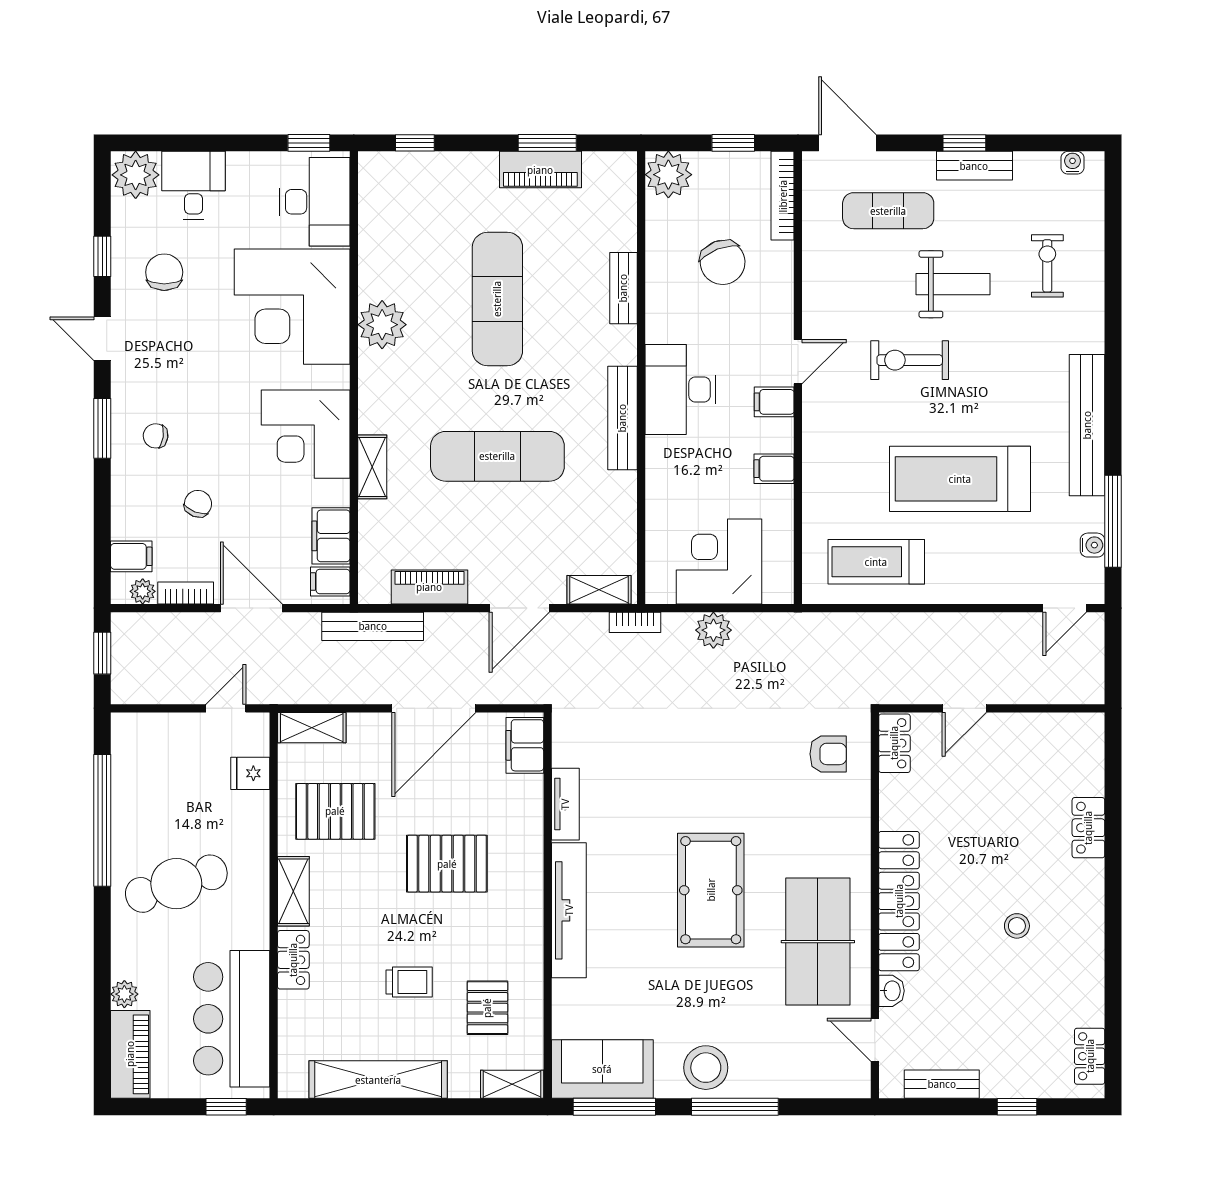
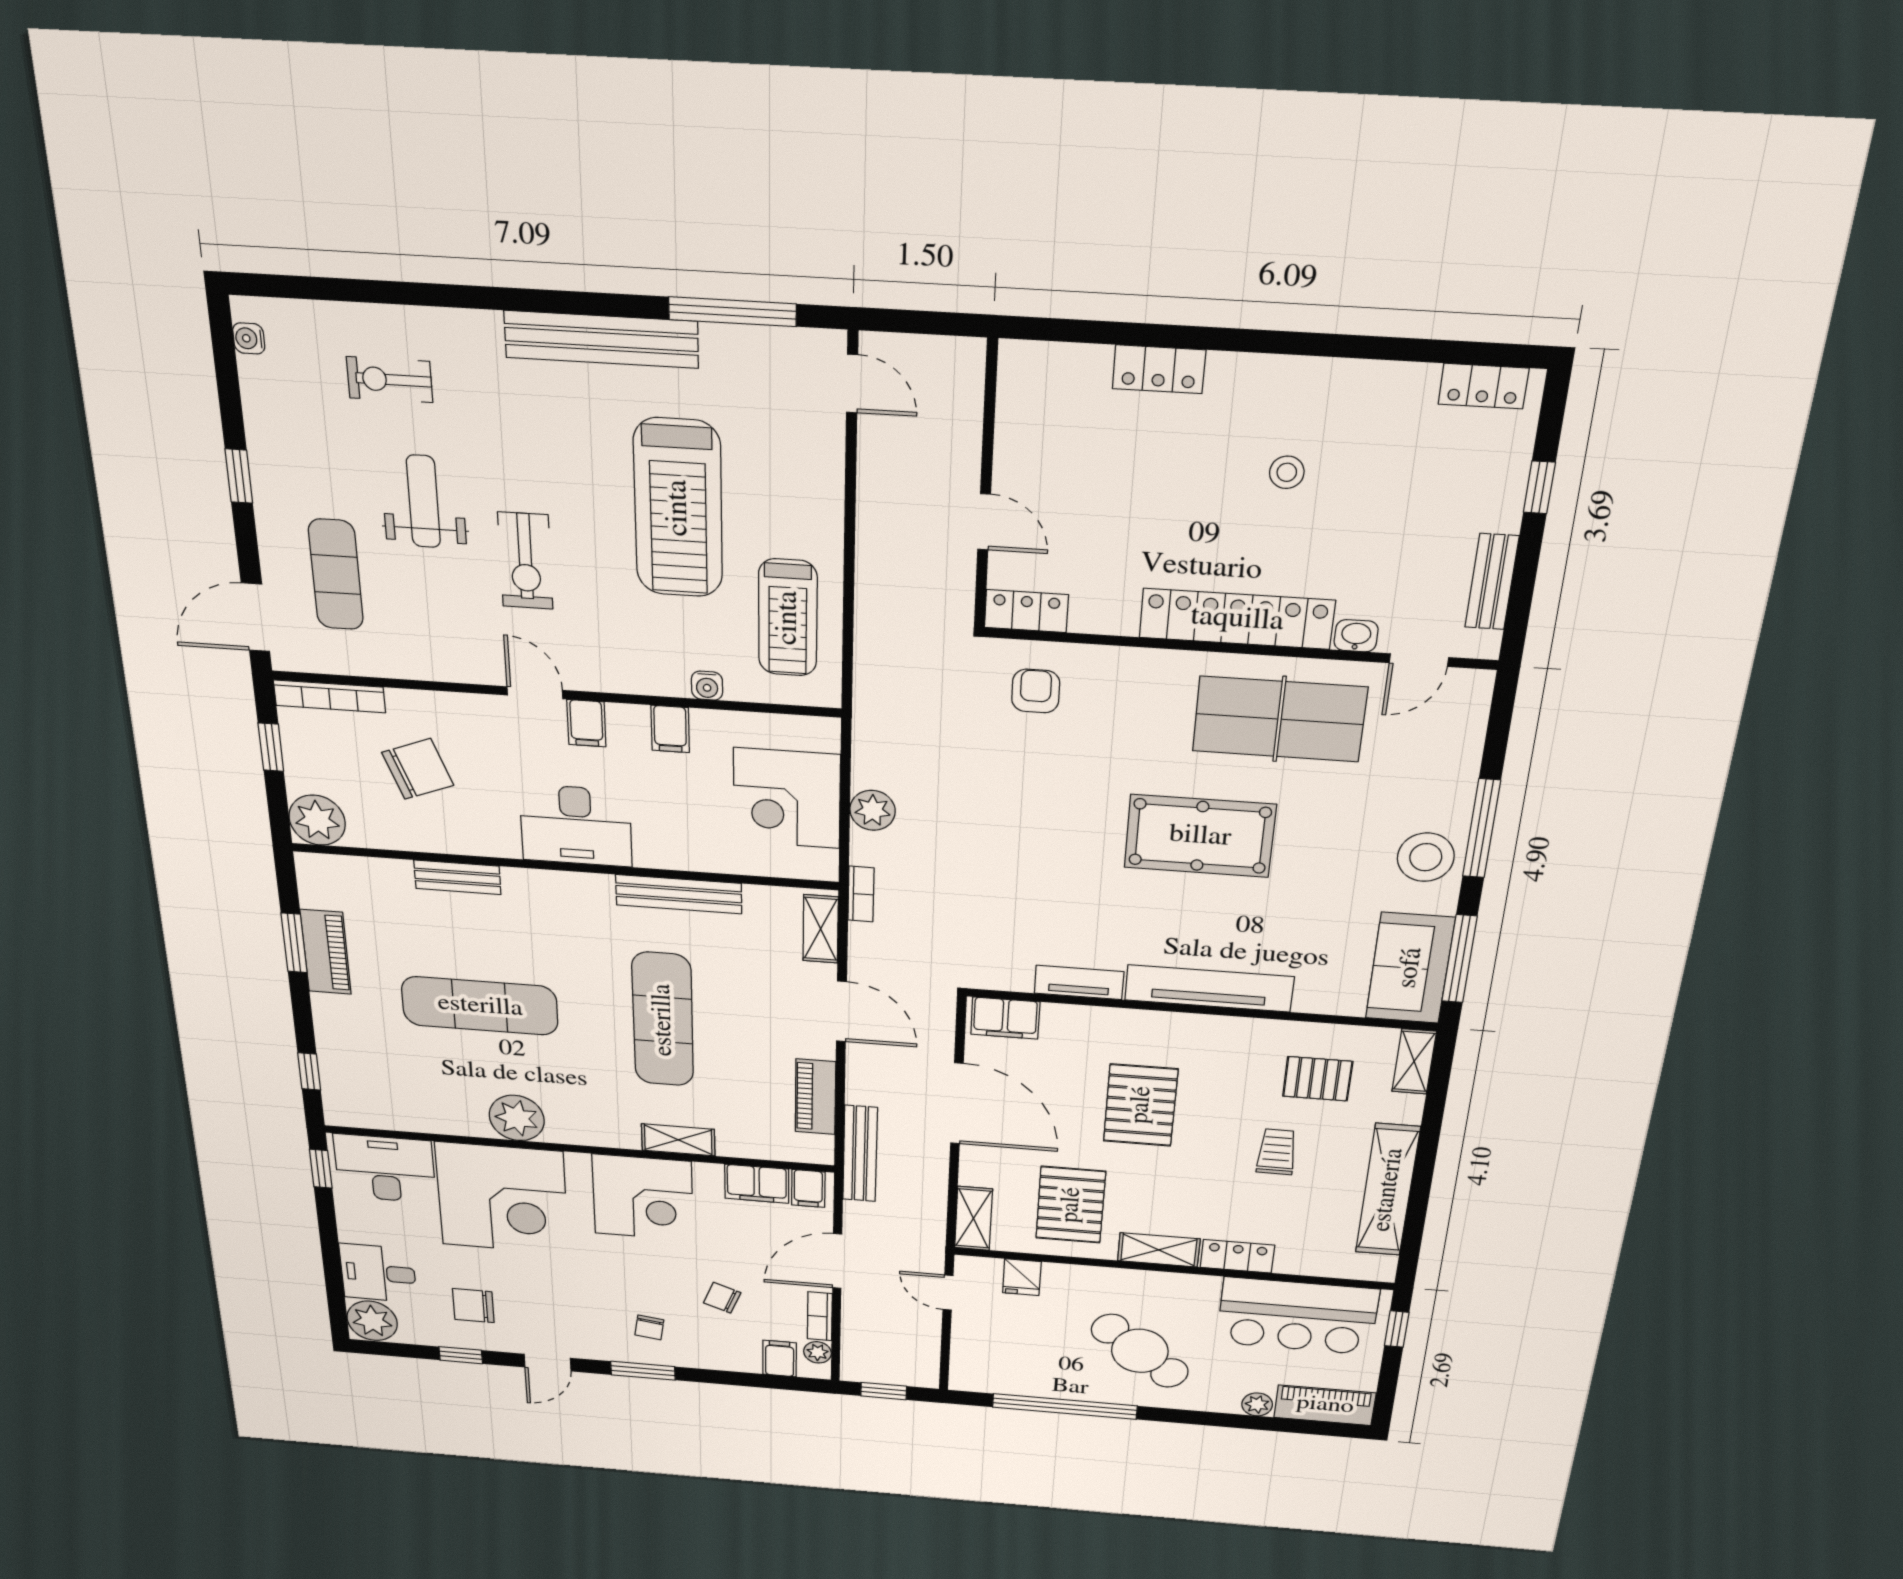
bench: (974, 166) -> (267, 465), removed
bench: (622, 418) -> (679, 894), moved
water cooler: (1092, 545) -> (707, 686), moved, turned 180
cafe table: (176, 884) -> (1140, 1351), turned -33

